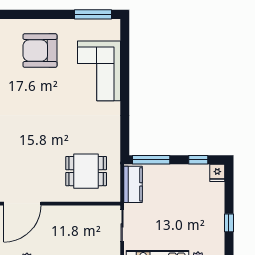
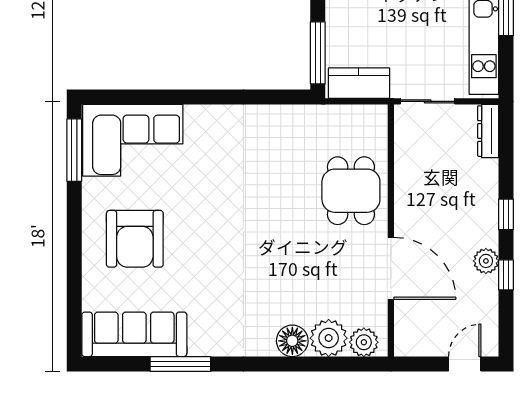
corner sofa: (99, 71) -> (133, 140), moved
dining table: (86, 171) -> (351, 191), moved

